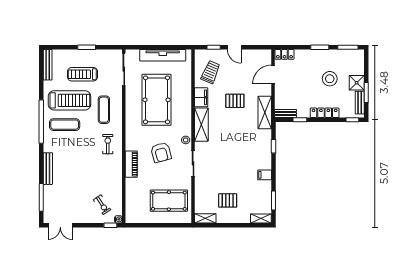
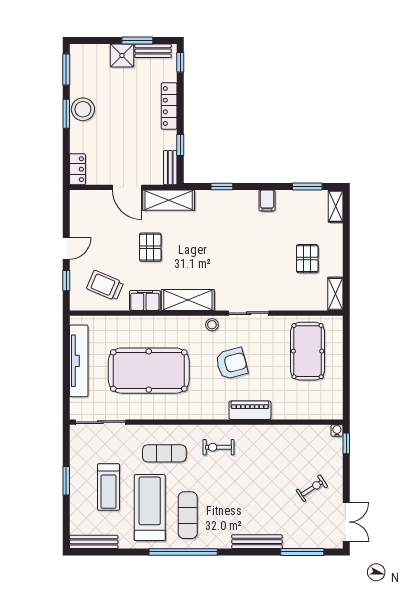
door: (273, 75) -> (127, 187), moved
stool: (330, 79) -> (83, 109), moved
exercise bike: (102, 205) -> (312, 488), moved

